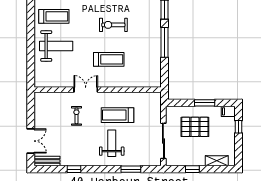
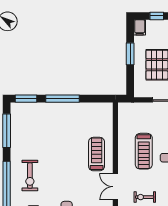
exercise bike: (113, 25) -> (30, 176), moved
treadmill: (109, 59) -> (97, 154), moved

